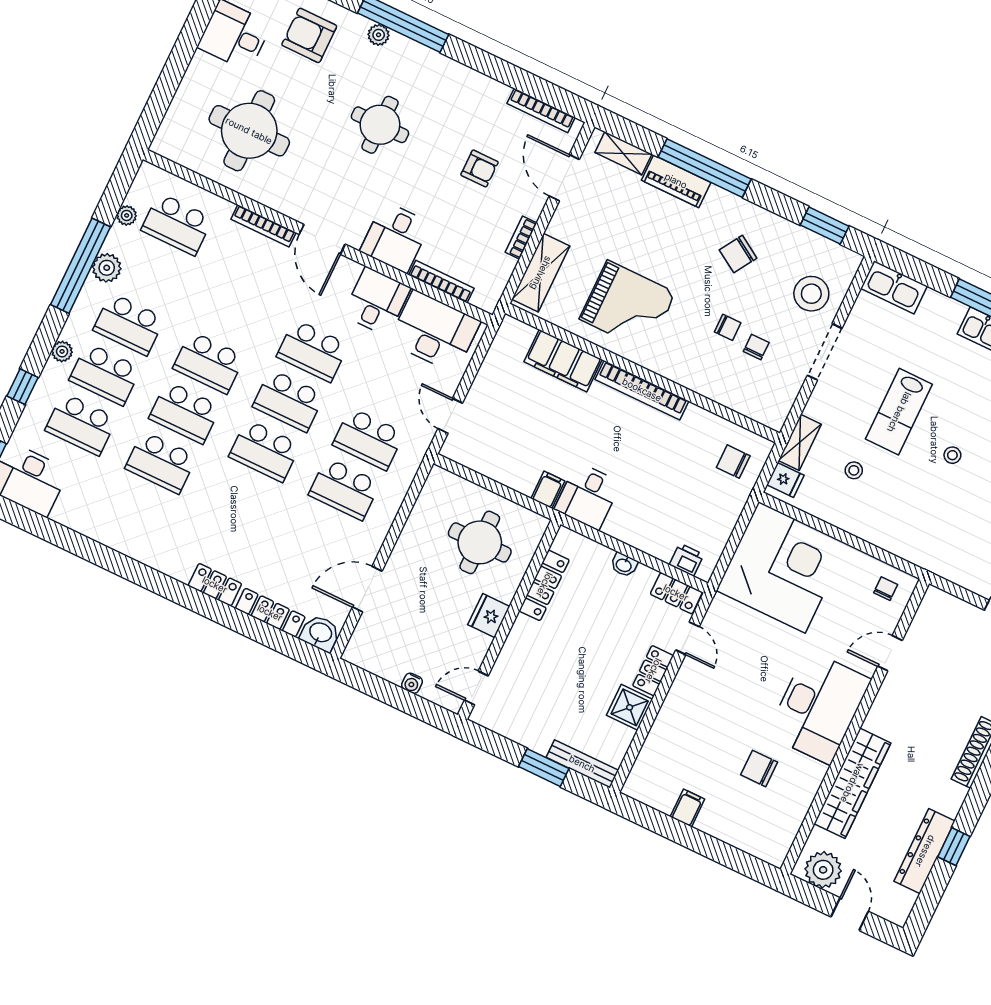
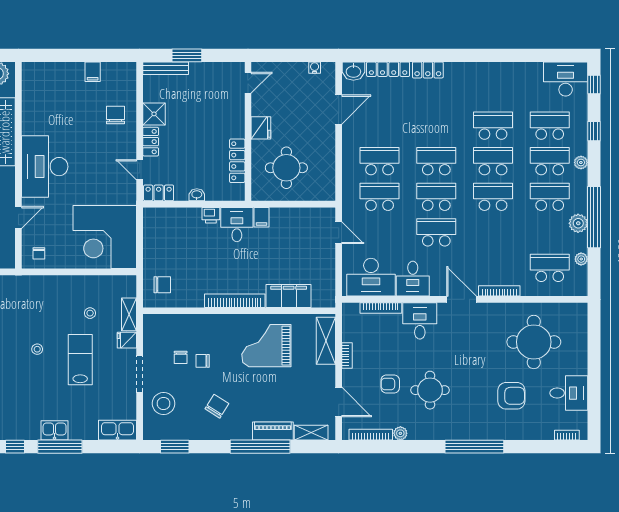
armchair: (309, 35) -> (511, 396), moved
plant: (379, 35) -> (400, 433), moved
round table: (380, 125) -> (430, 390), moved
fridge: (785, 480) -> (127, 340), moved
printer: (687, 560) -> (211, 215), moved
water cooler: (412, 683) -> (315, 68), moved
chair: (759, 768) -> (116, 115), moved, turned -90

